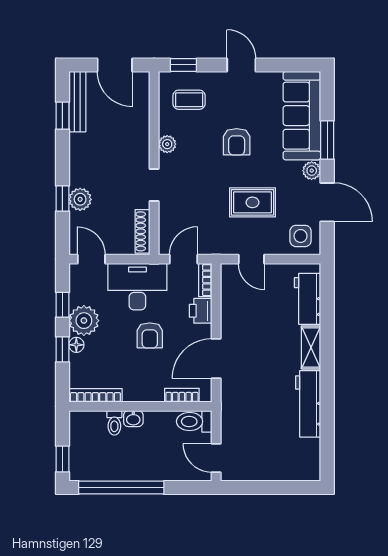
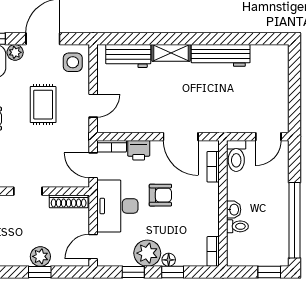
bookcase: (95, 395) -> (213, 251), width x0.64

